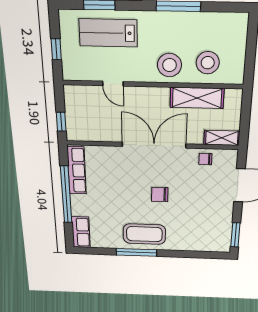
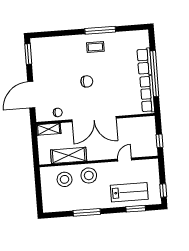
window: (56, 49) -> (163, 190), moved
door: (113, 84) -> (125, 160), hinge flipped
window: (61, 122) -> (160, 141), moved
row of seats: (81, 232) -> (144, 61), moved
coffee table: (144, 234) -> (95, 47), width x0.54, depth x0.58

